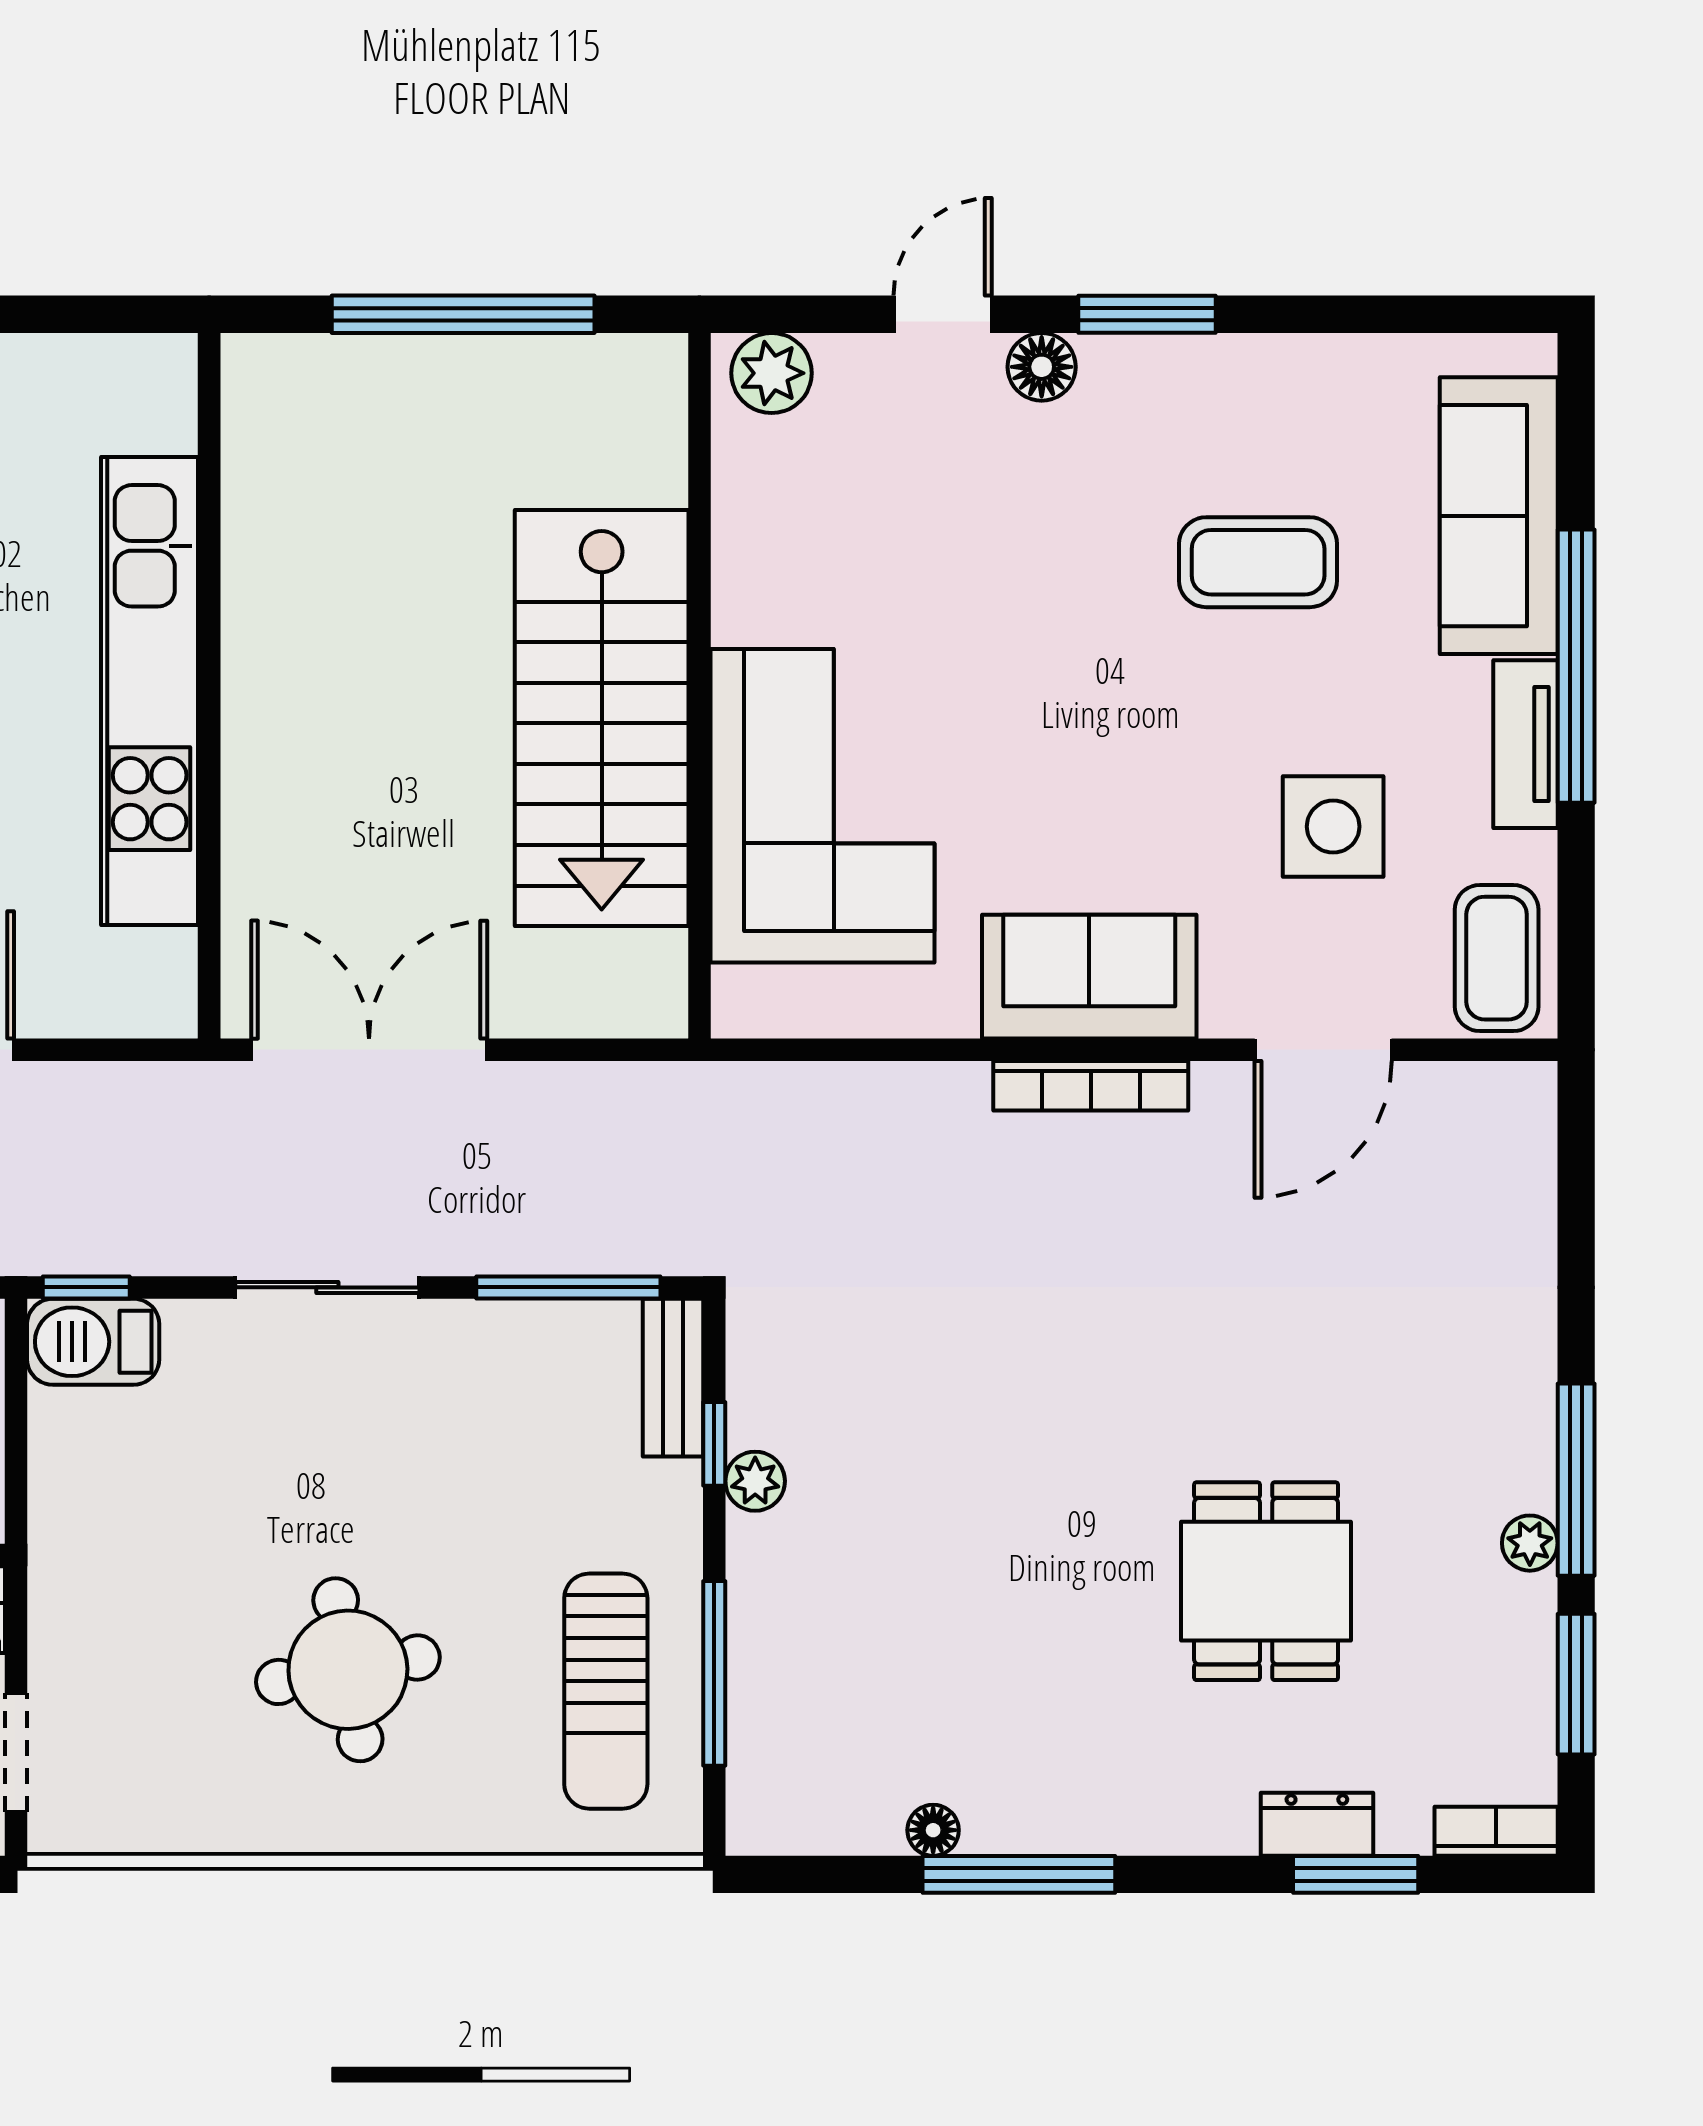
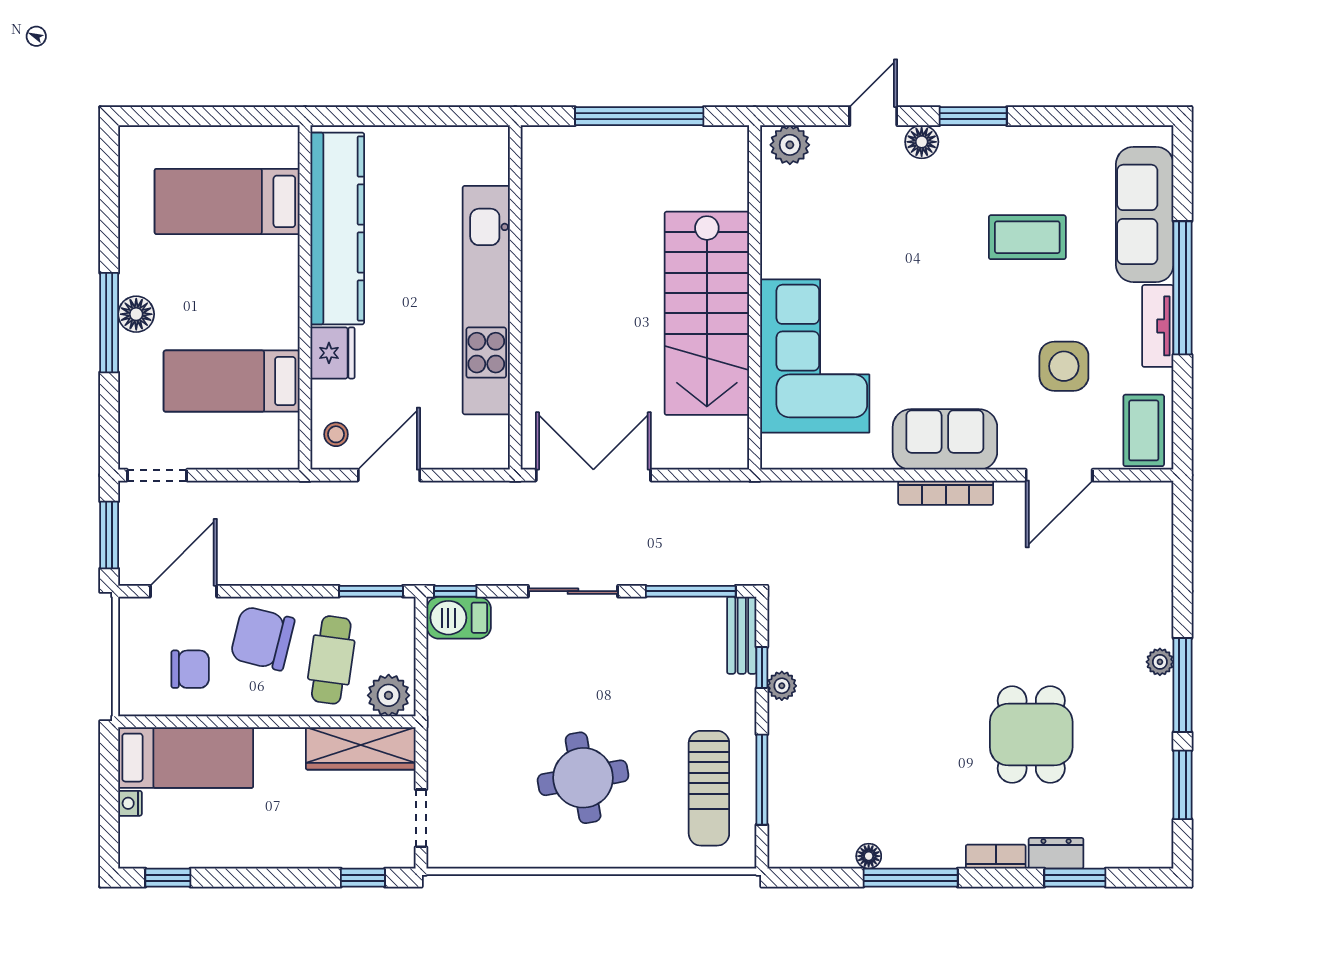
plant: (1530, 1543) -> (1160, 662), moved
bookcase: (1496, 1831) -> (996, 857), moved

